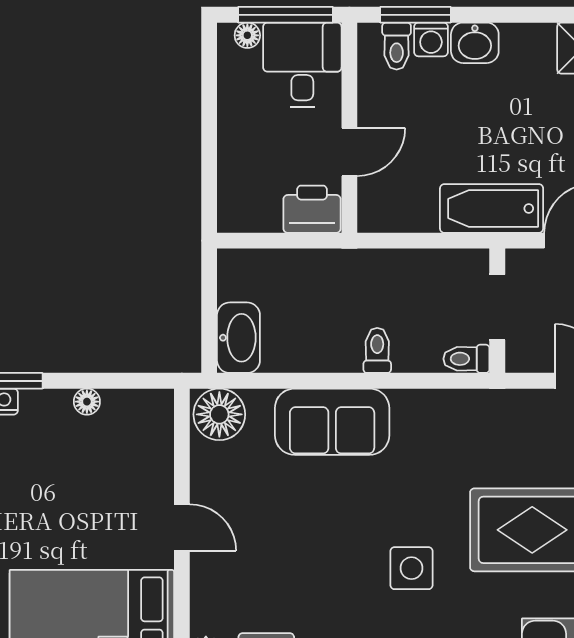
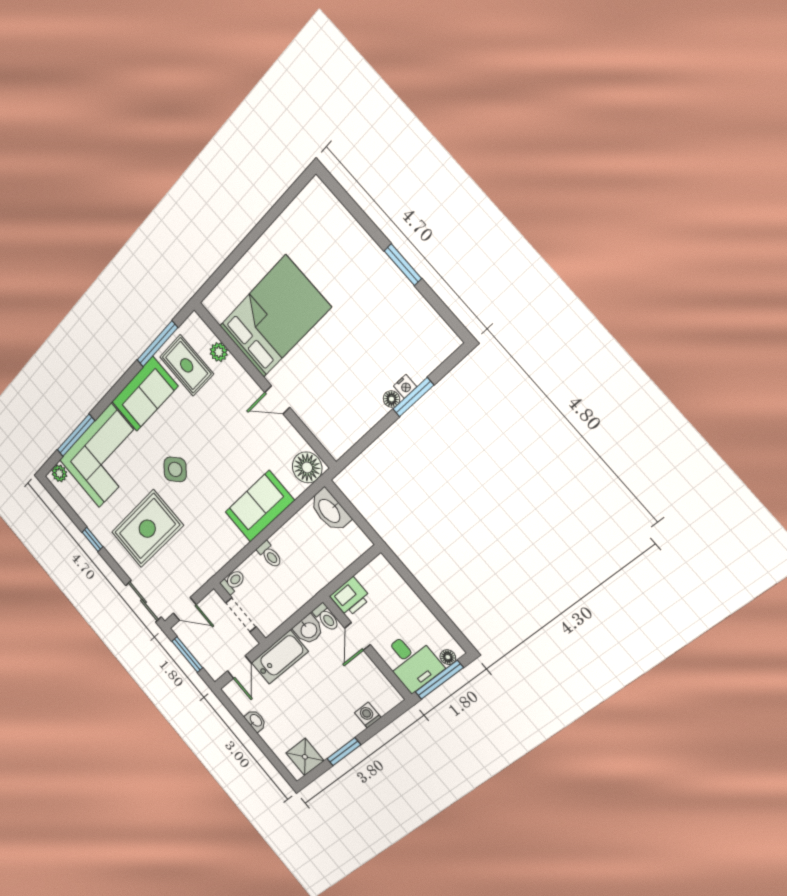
window: (416, 15) -> (344, 752), moved
washbasin: (475, 43) -> (308, 630), moved, turned 180
toilet: (397, 46) -> (326, 617), moved, turned 180
floor lamp: (87, 402) -> (391, 399), moved
side table: (411, 568) -> (175, 469), turned 45

